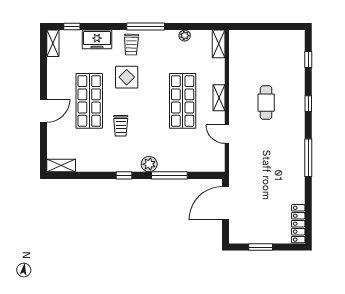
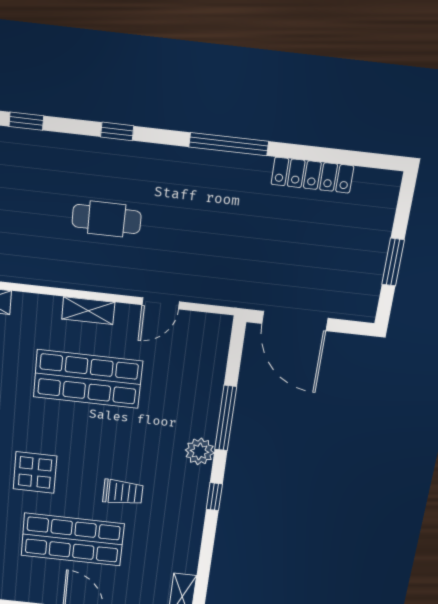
locker: (298, 224) -> (312, 175), moved

